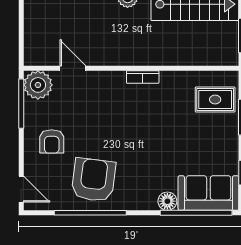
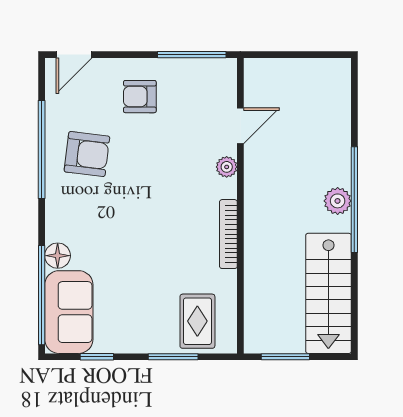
bookcase: (143, 77) -> (228, 234), width x1.56
plant: (38, 85) -> (227, 167), moved, width x0.53, depth x0.53
armchair: (94, 180) -> (87, 154), width x0.73, depth x0.73

